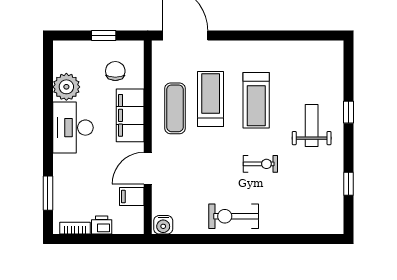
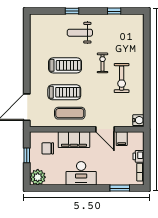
plant: (66, 87) -> (38, 177), moved
treadmill: (211, 99) -> (64, 92), turned 180
exercise bike: (234, 216) -> (122, 78), moved

